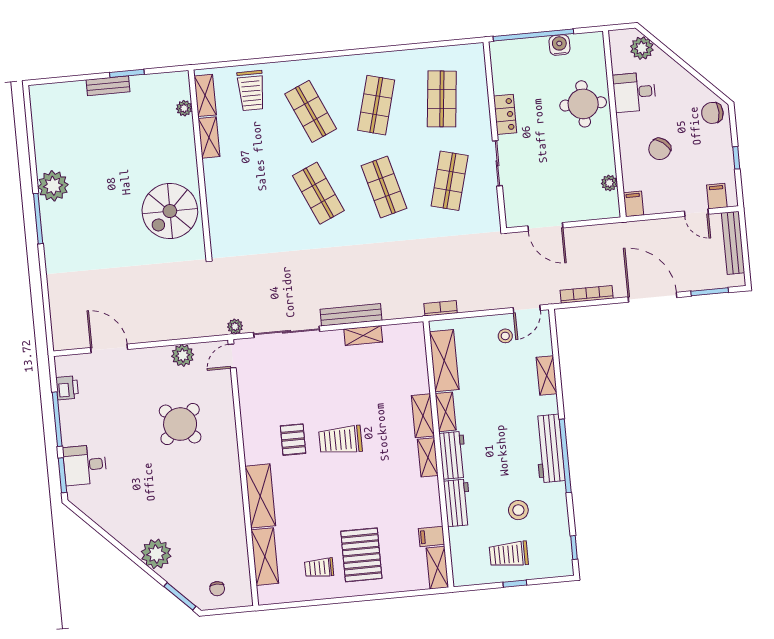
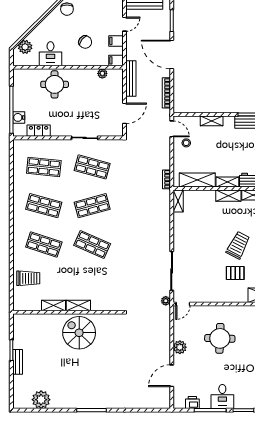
water cooler: (559, 45) -> (19, 117), moved
shelving: (205, 95) -> (78, 305), moved
plant: (184, 108) -> (35, 318), removed
shop shelf: (311, 111) -> (44, 244), turned 42
locker: (505, 114) -> (39, 131), moved
plant: (53, 186) -> (41, 400), moved
shop shelf: (318, 193) -> (92, 244), turned 48
filing cabinet: (717, 196) -> (116, 41), moved
spiral stairs: (170, 211) -> (79, 333), moved, turned 180
door: (652, 297) -> (172, 54), hinge flipped
bench: (351, 315) -> (131, 79), moved
shelving: (363, 335) -> (178, 201), moved
plant: (183, 355) -> (180, 347), moved
door: (232, 356) -> (183, 304), hinge flipped
round table: (180, 424) -> (220, 338), turned 45
trolley: (341, 440) -> (238, 245), turned -153
desk: (85, 465) -> (222, 397), moved

